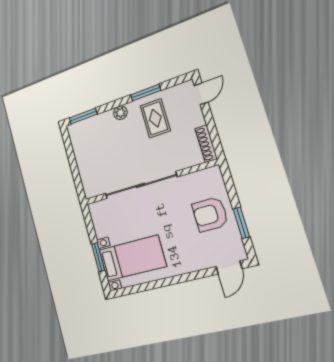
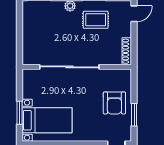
rug: (155, 118) -> (96, 20), turned 90
armchair: (210, 214) -> (114, 103), turned -90

